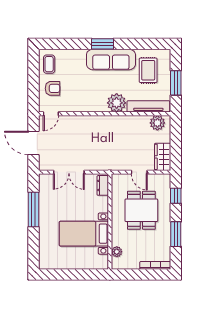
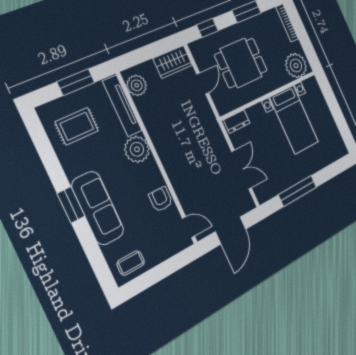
sofa: (111, 59) -> (98, 208), moved
armchair: (53, 88) -> (161, 199), moved
plant: (117, 252) -> (296, 66), width x1.88, depth x1.88

